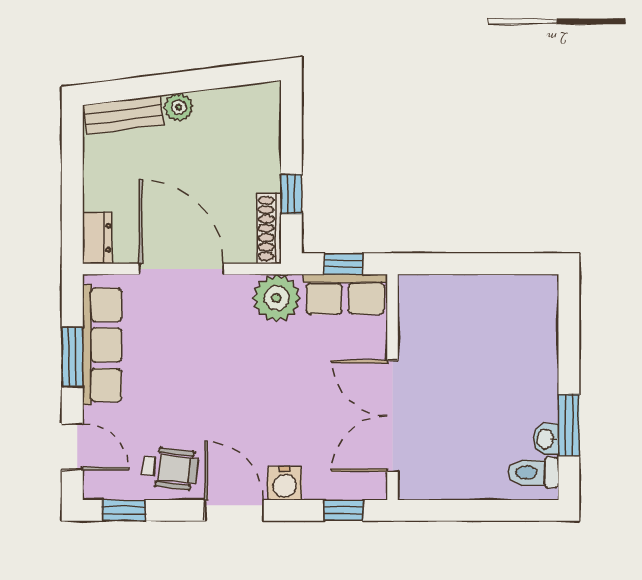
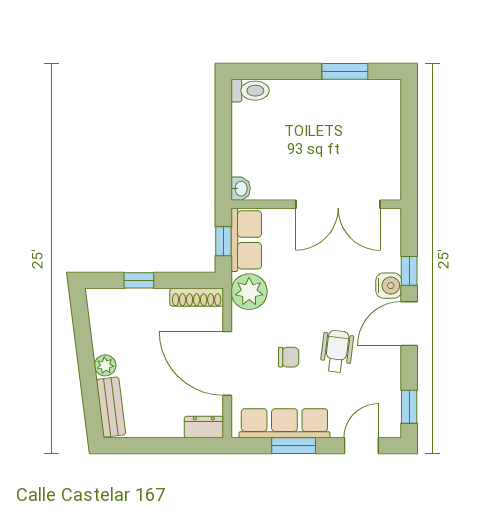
window: (291, 194) -> (139, 280), moved
door: (181, 269) -> (227, 363), hinge flipped
chair: (190, 350) -> (289, 357), added
washbasin: (546, 439) -> (241, 189), moved, turned -90
wheelchair: (170, 468) -> (337, 351), moved
toilet: (533, 473) -> (250, 91), moved, turned -90
window: (344, 510) -> (409, 271), moved

